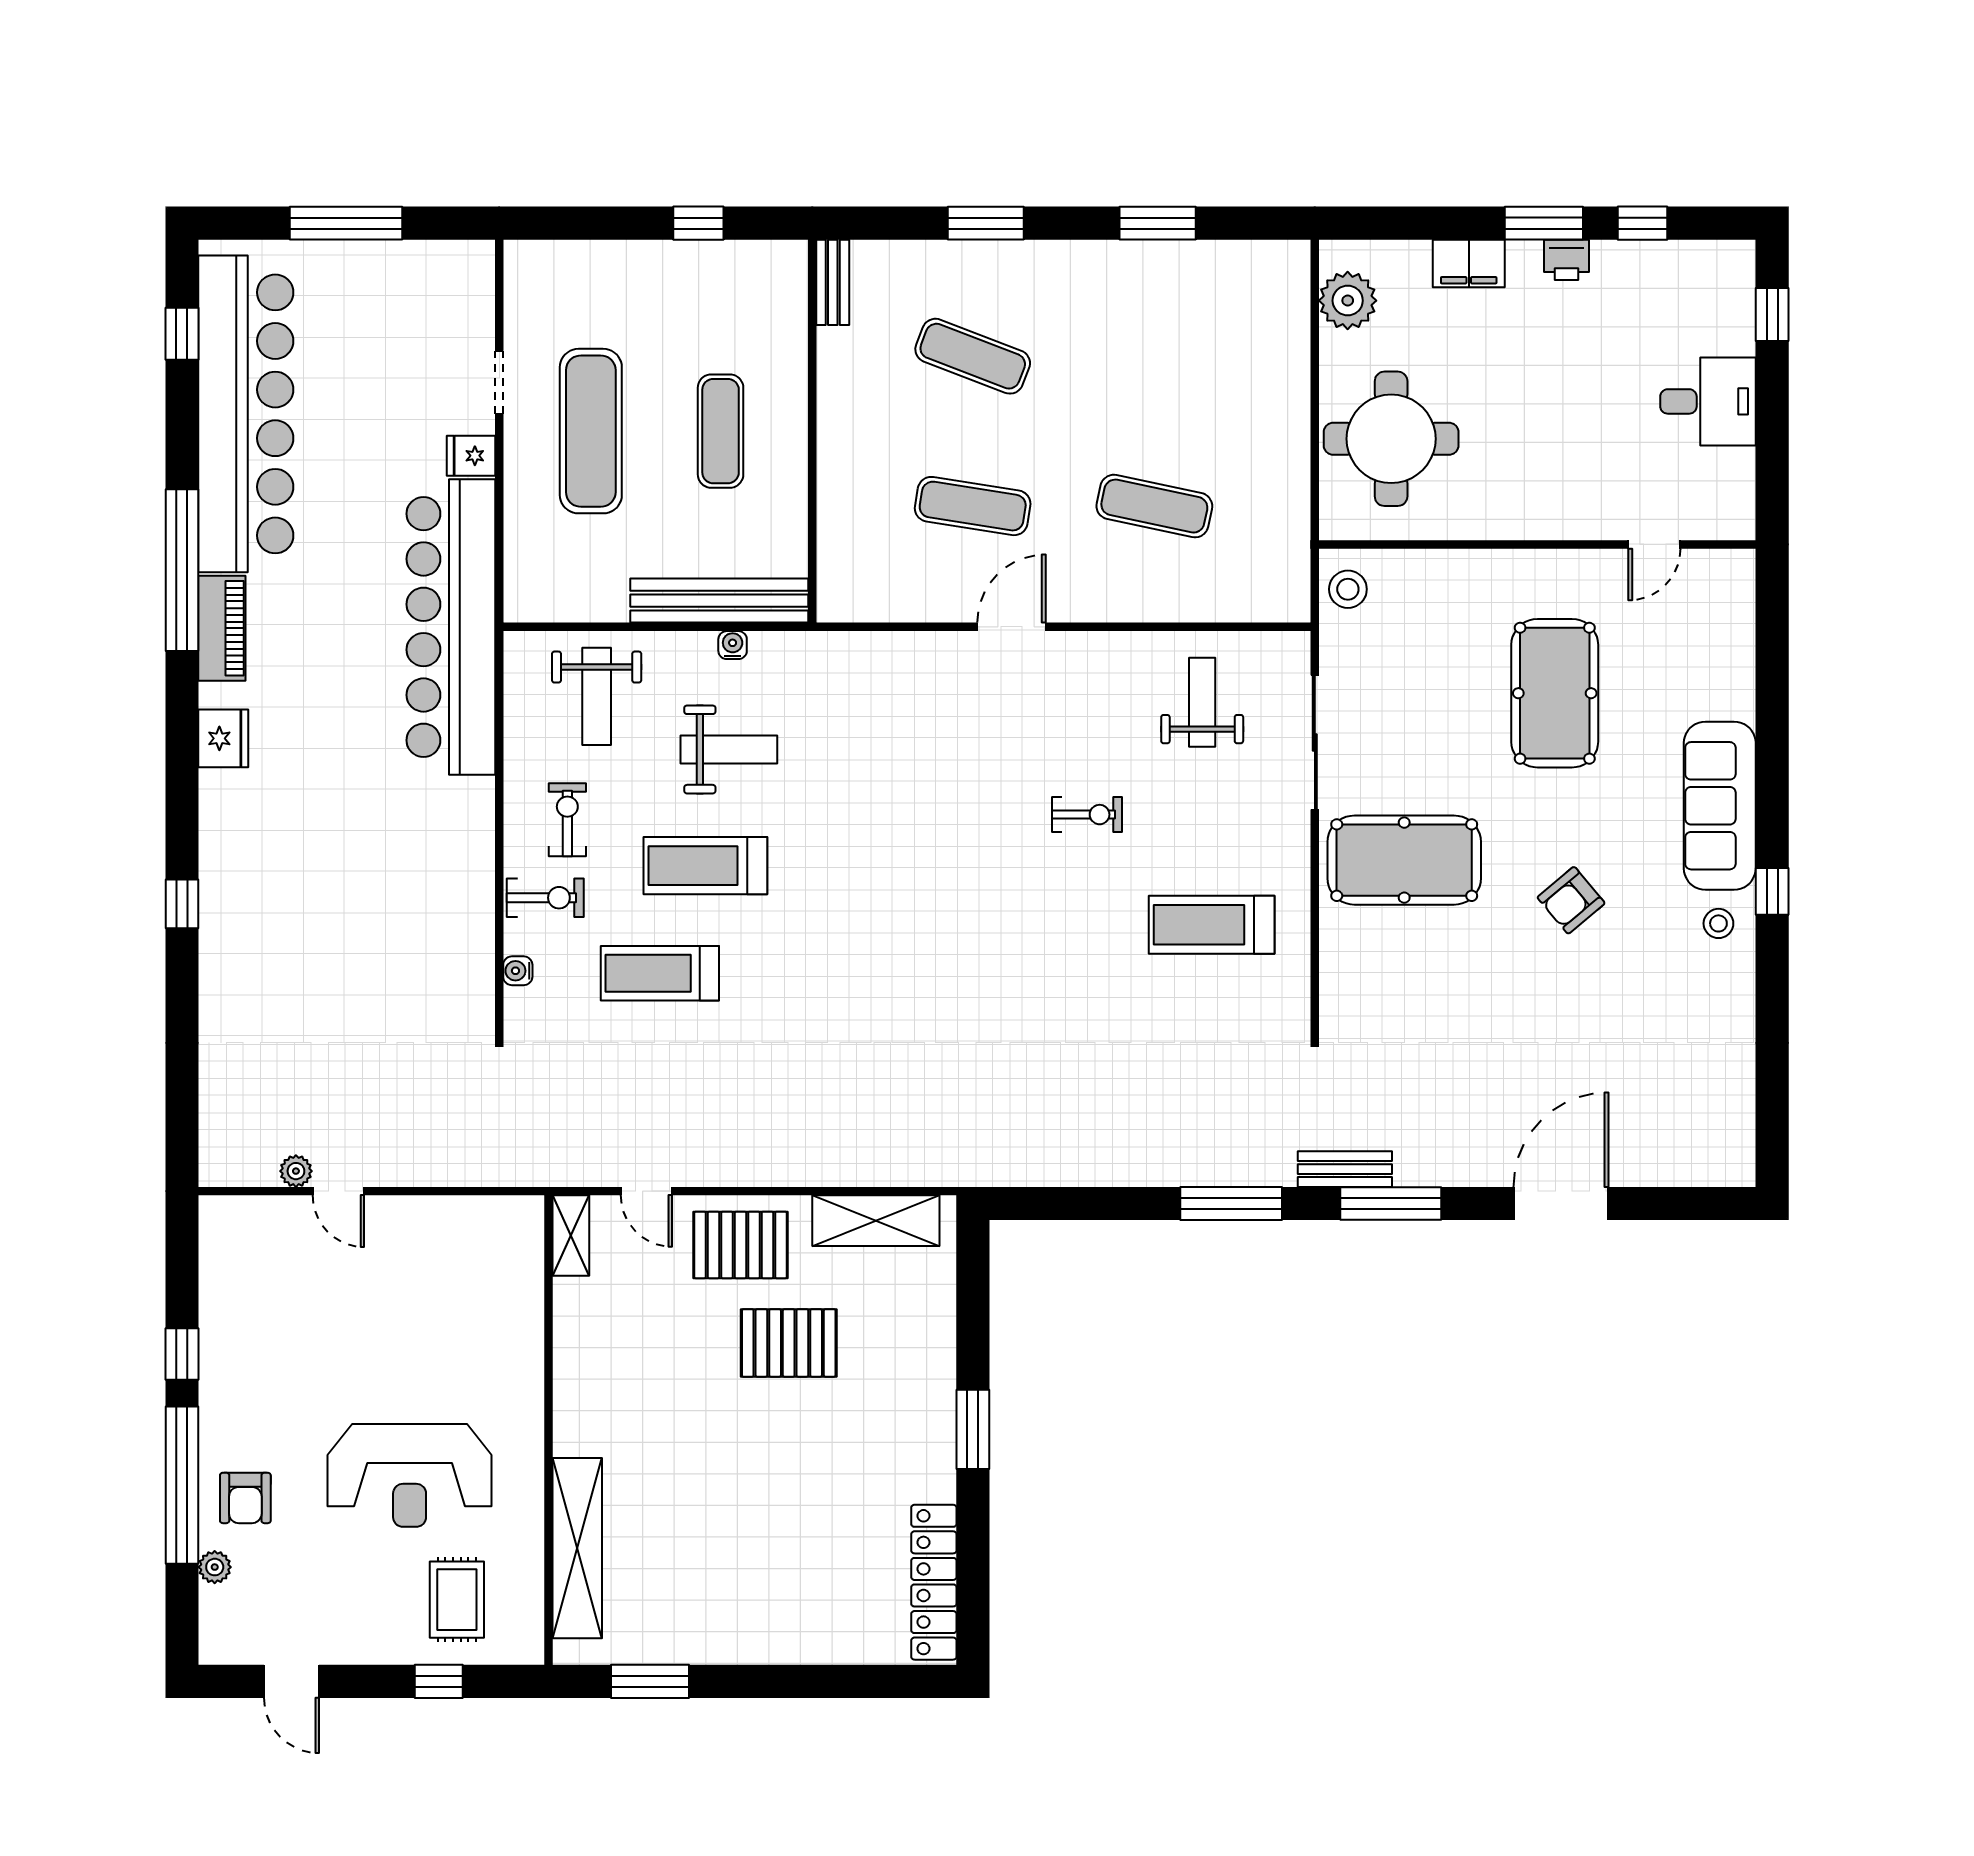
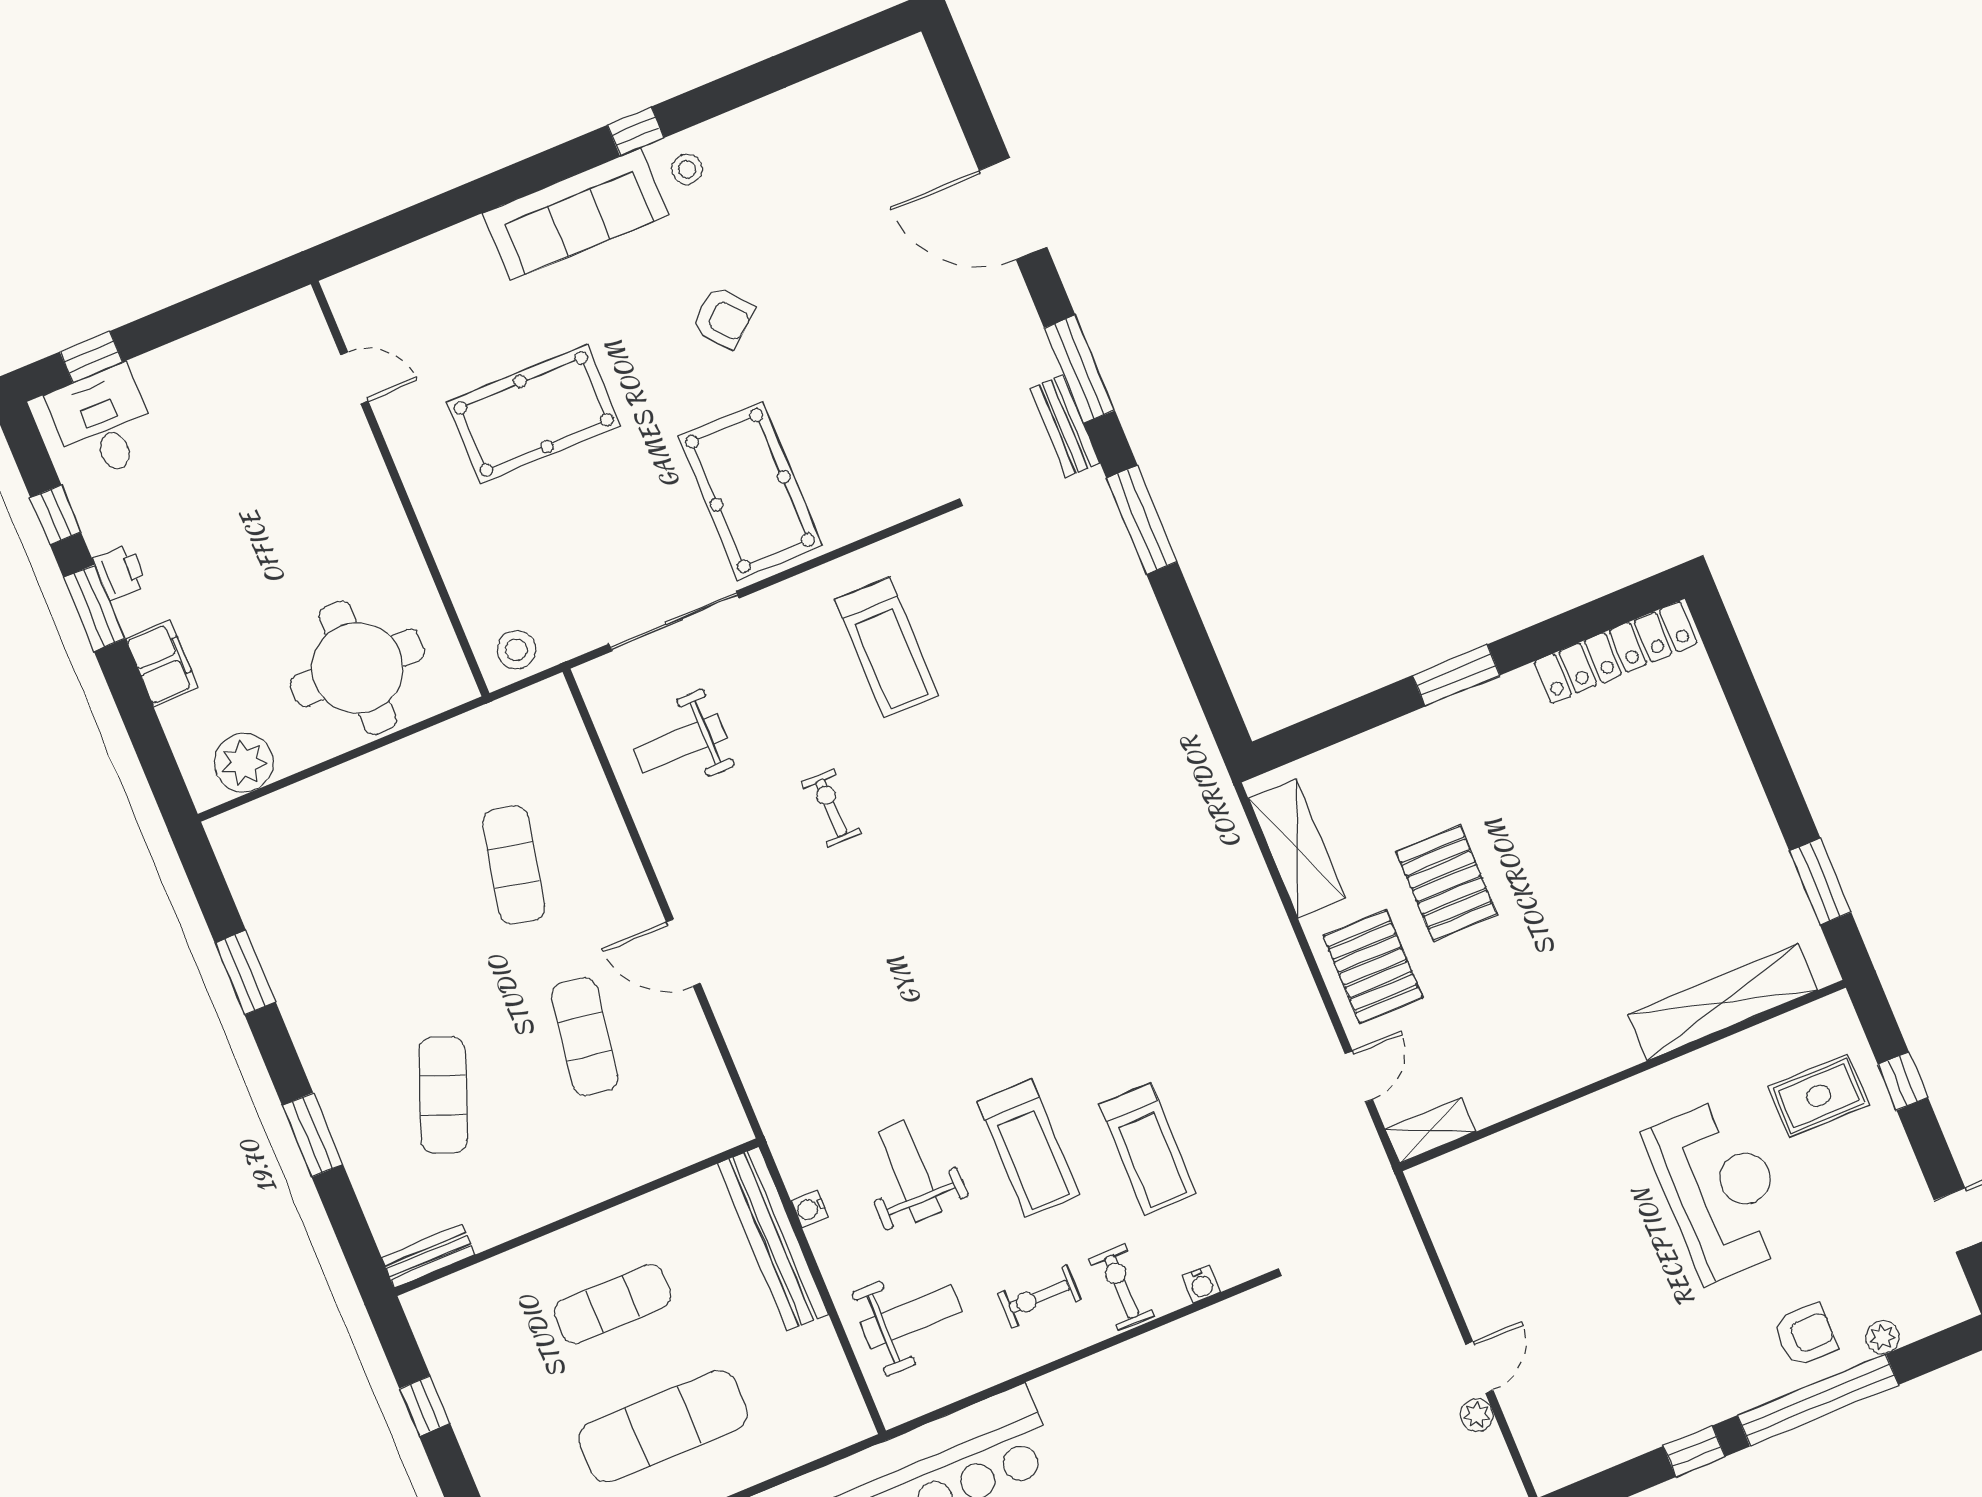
desk: (1708, 401) -> (103, 423), moved

